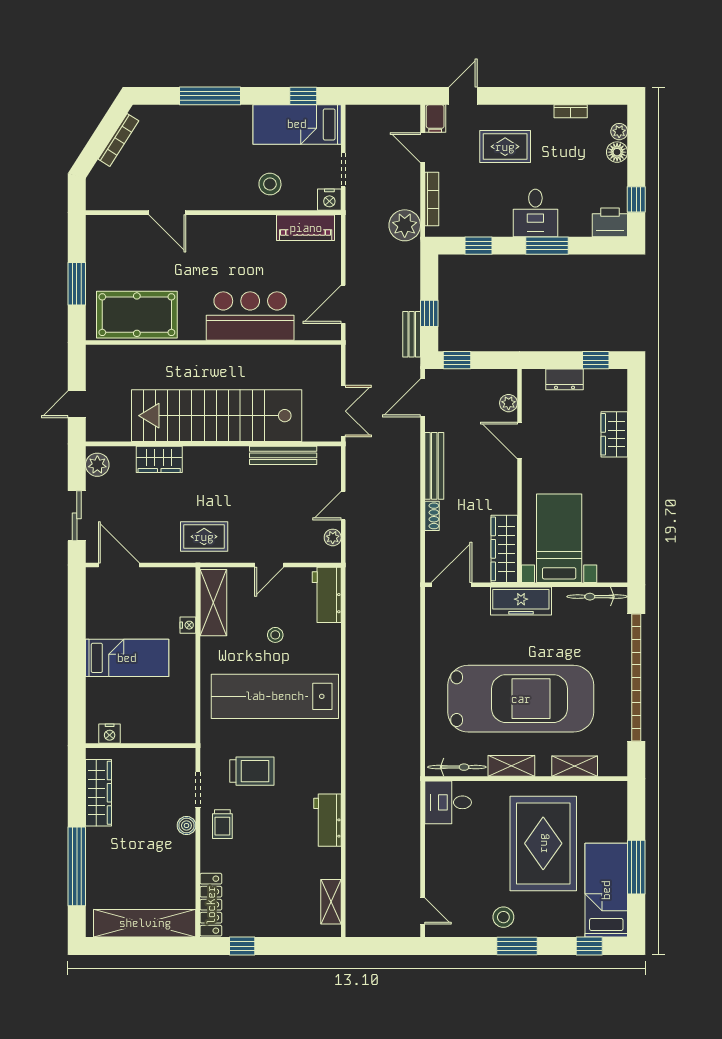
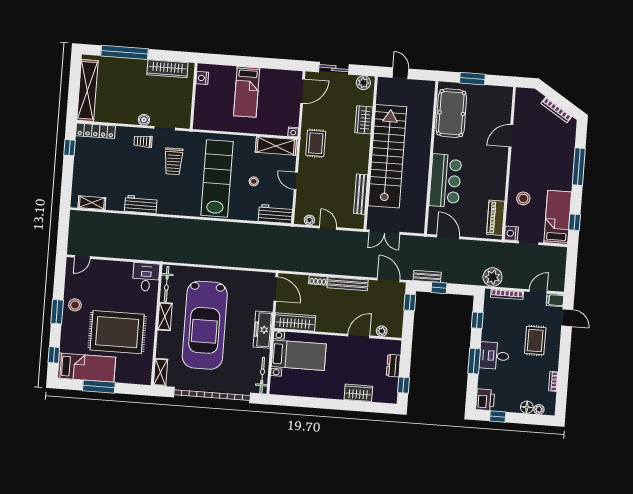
nightstand: (188, 625) -> (293, 132), moved
shelving: (575, 766) -> (161, 372), moved

